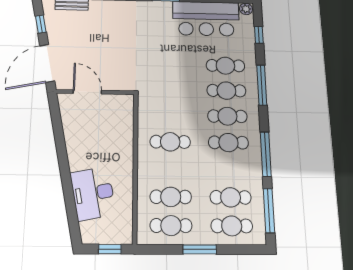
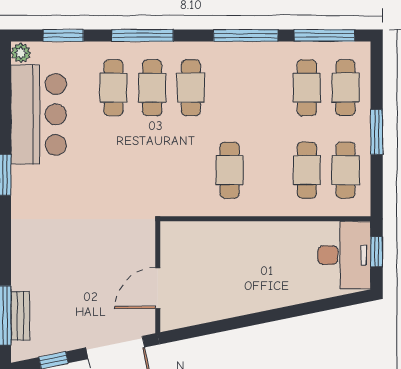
window: (259, 35) -> (63, 35), width x1.50
cafe table: (228, 143) -> (230, 88), removed
desk: (93, 193) -> (344, 255), moved, turned -78

